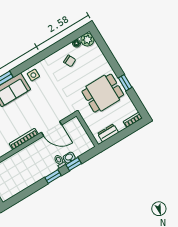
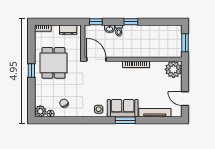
window: (125, 83) -> (31, 71), moved
dining table: (103, 93) -> (53, 63), turned 90
door: (52, 129) -> (96, 59), moved
window: (74, 164) -> (96, 22), moved

